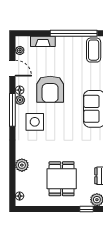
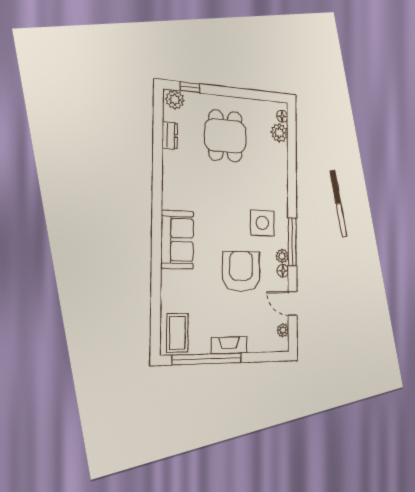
fireplace: (43, 41) -> (229, 345), moved
plant: (22, 165) -> (279, 133), moved

